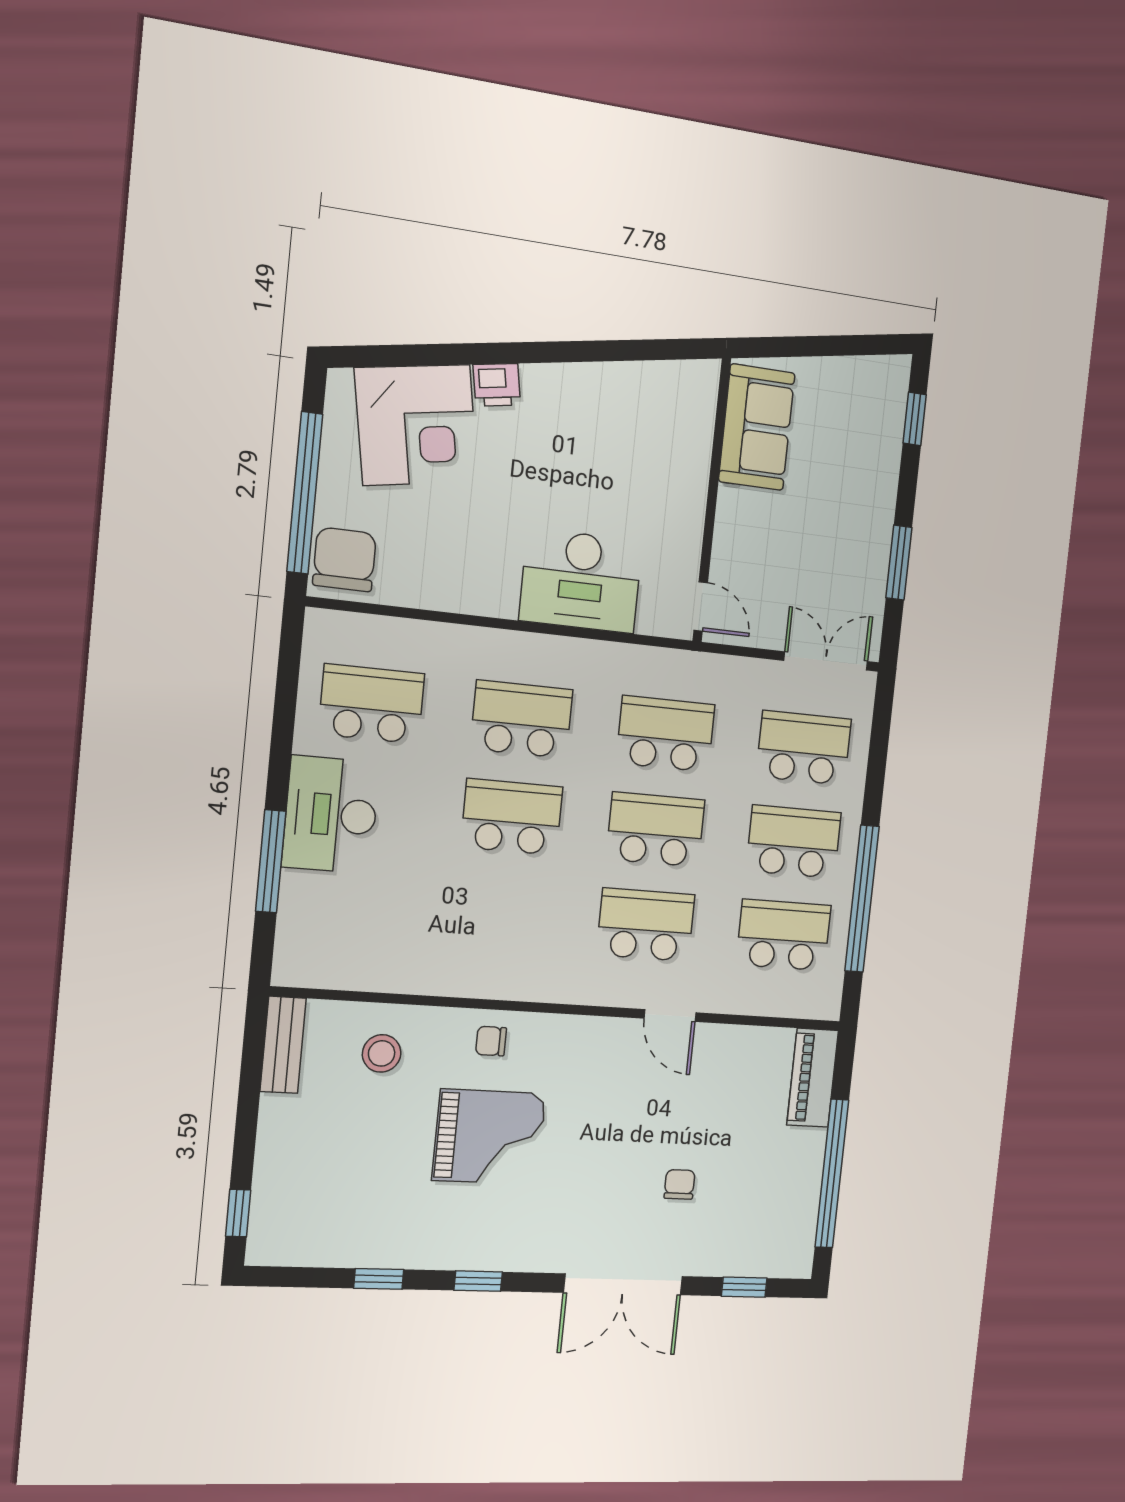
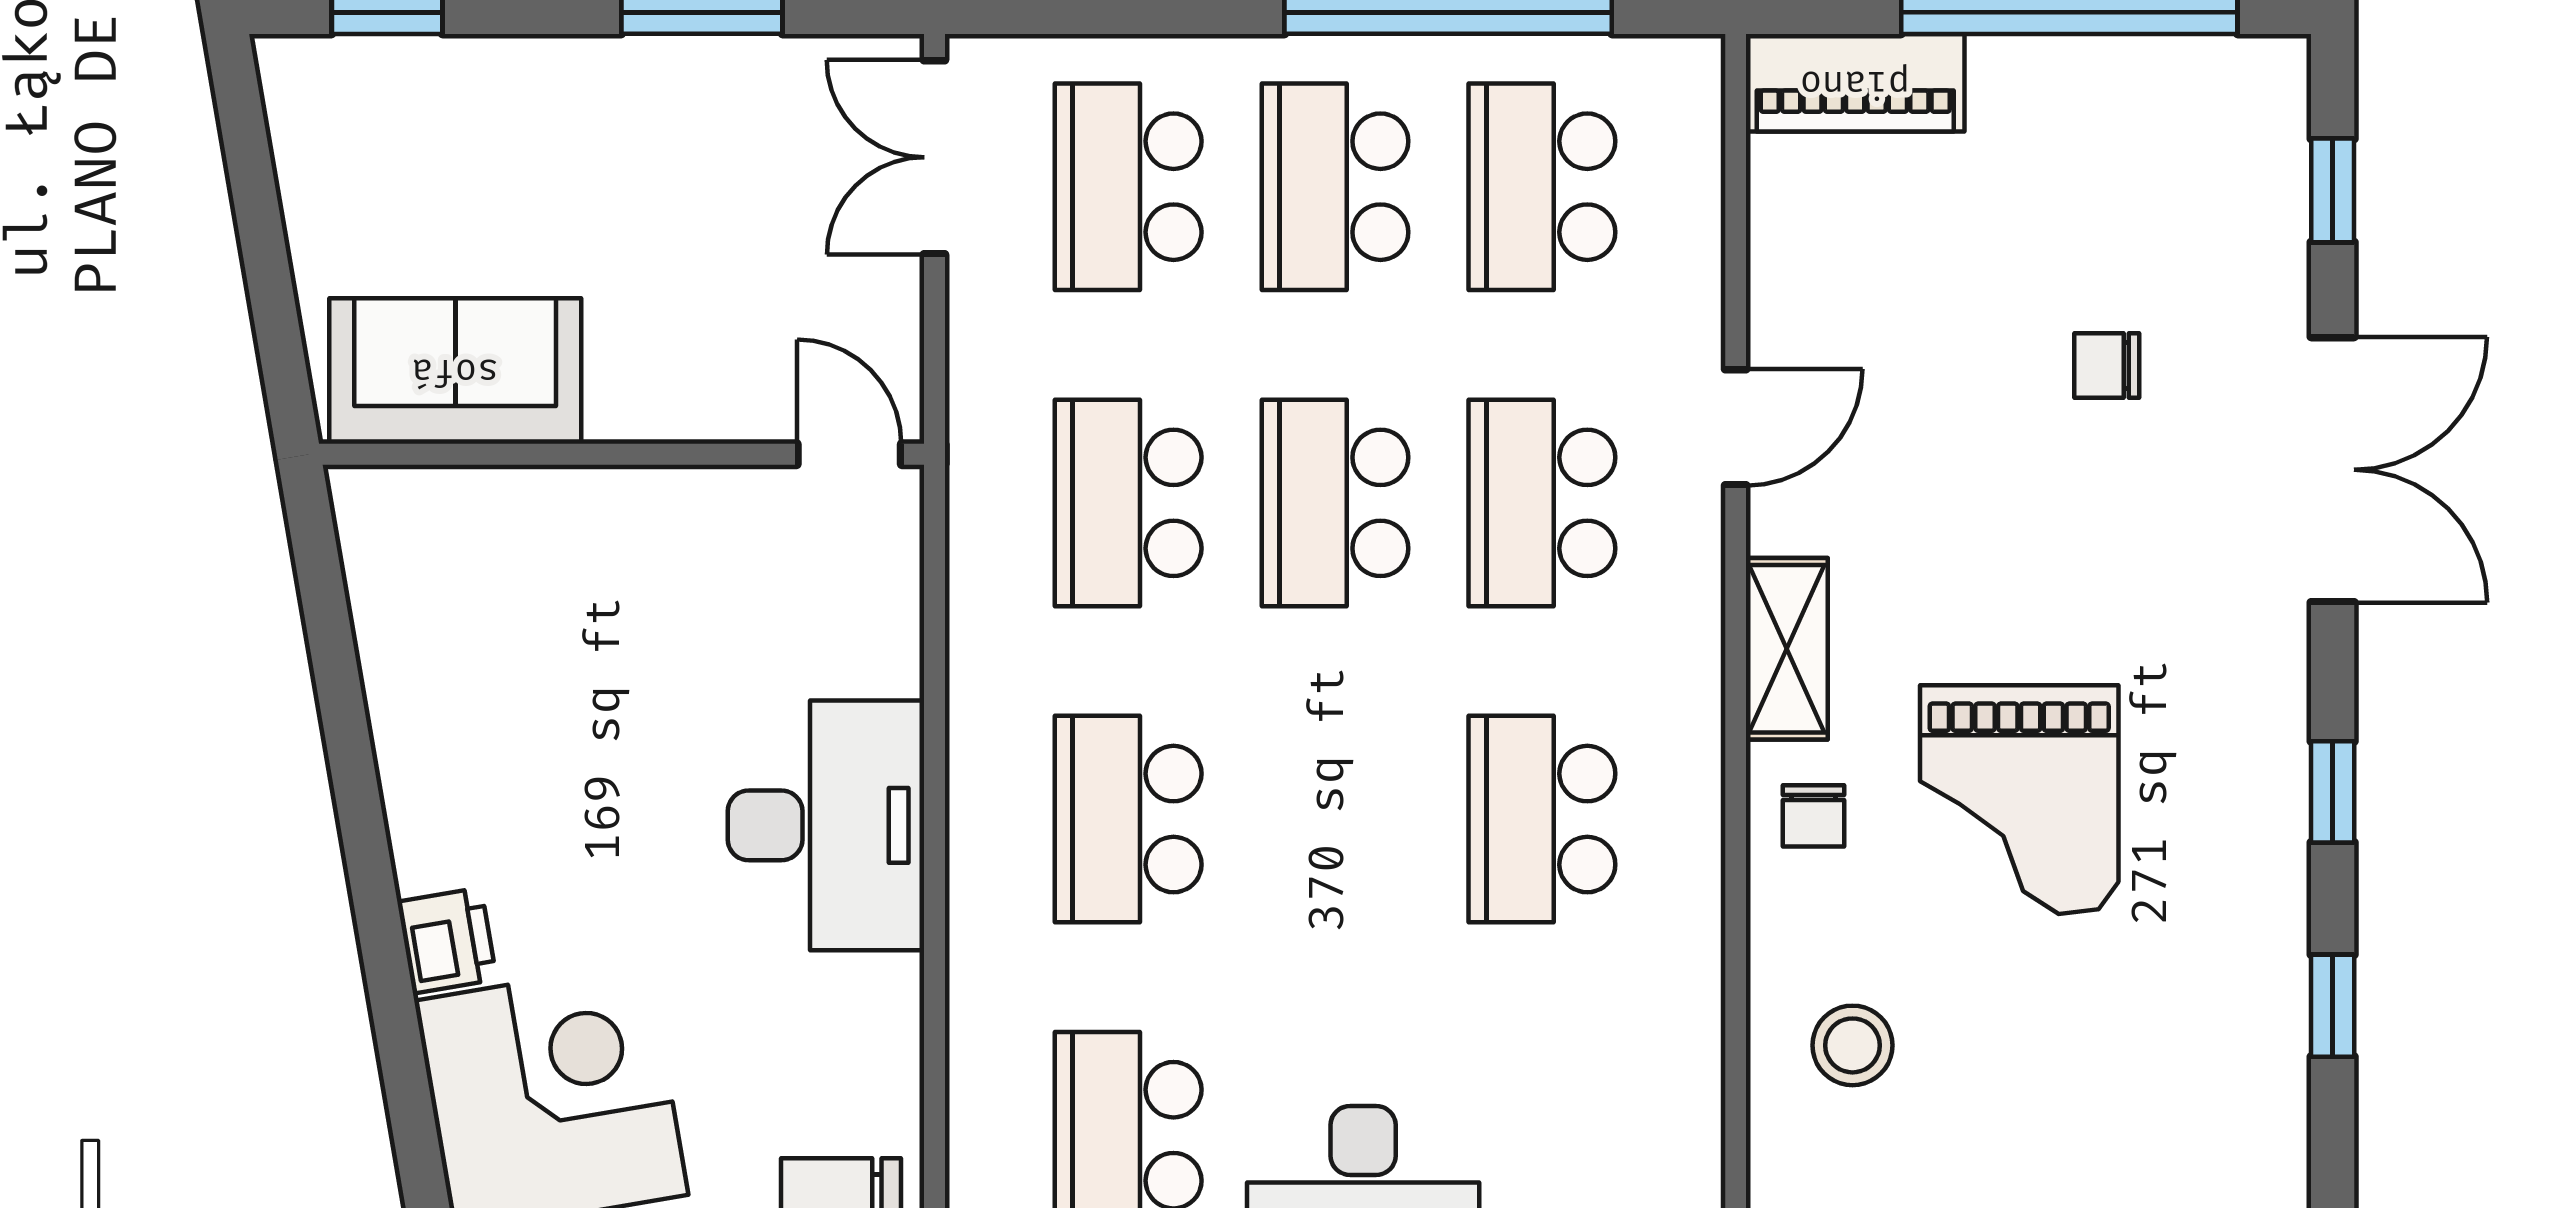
desk: (581, 581) -> (826, 825), moved
door: (701, 606) -> (849, 454), hinge flipped
school desk: (512, 817) -> (1542, 819), moved
shelving: (569, 1033) -> (1787, 649), added
grand piano: (489, 1137) -> (2019, 800), turned 180

